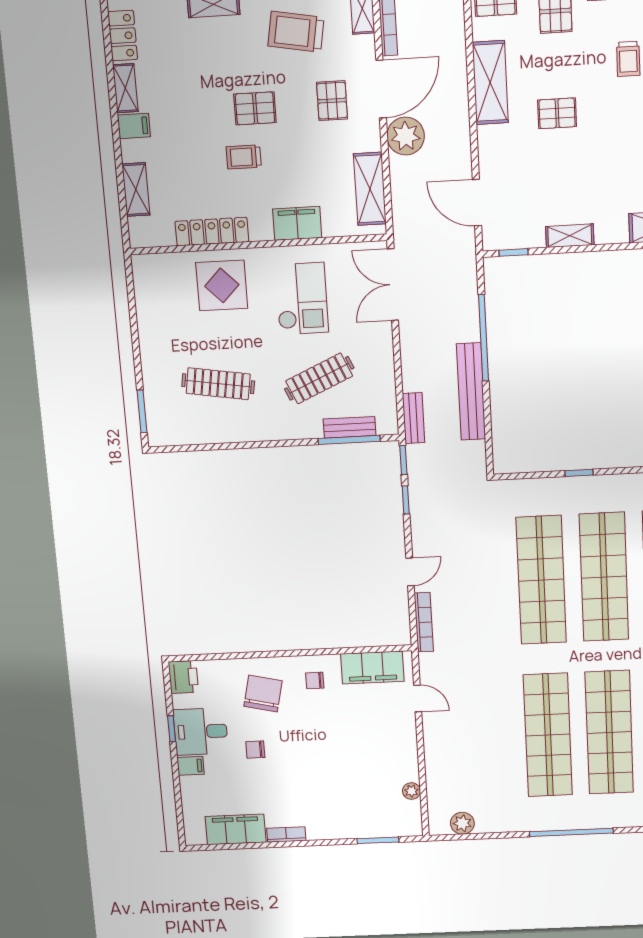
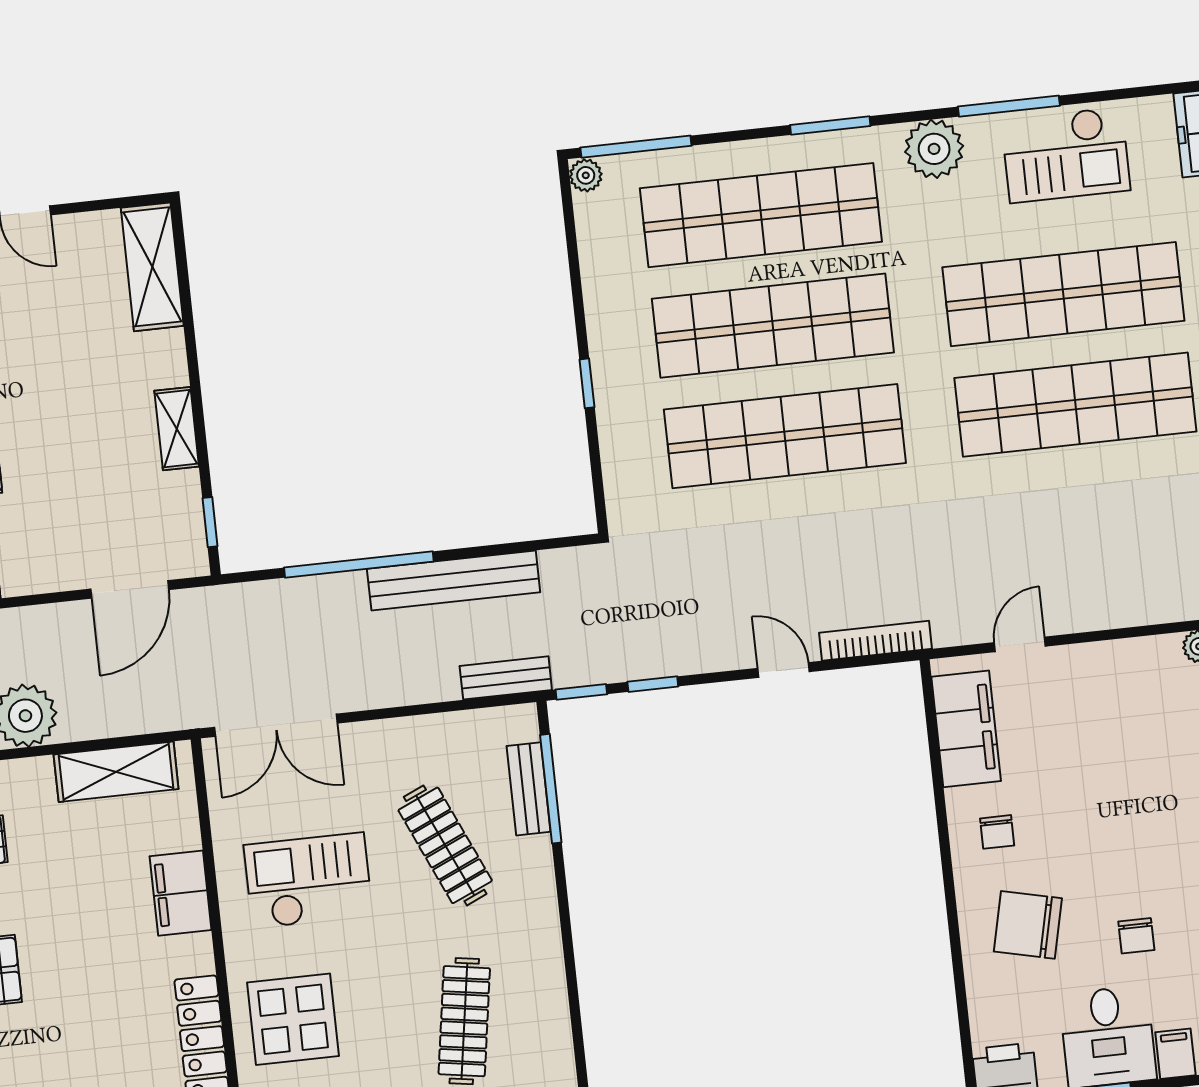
trolley: (244, 157) -> (74, 988), removed

